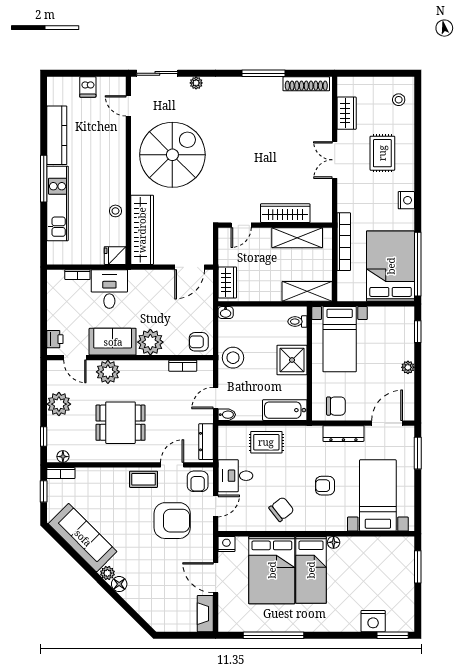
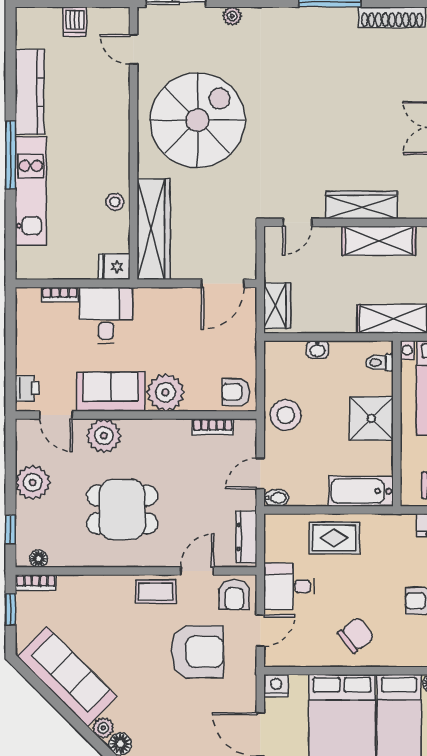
washbasin: (226, 313) -> (318, 349), moved

